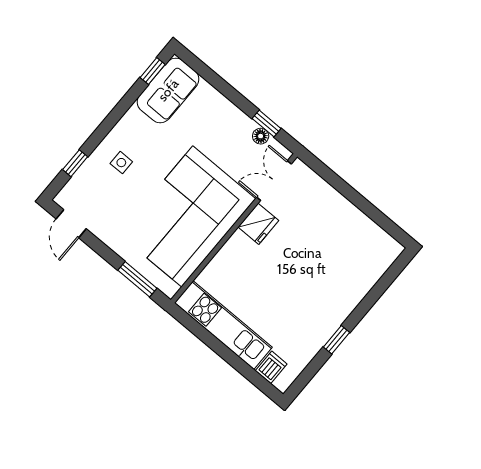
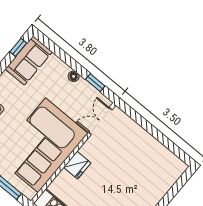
floor lamp: (261, 136) -> (74, 76), moved
fridge: (258, 224) -> (77, 165), moved

